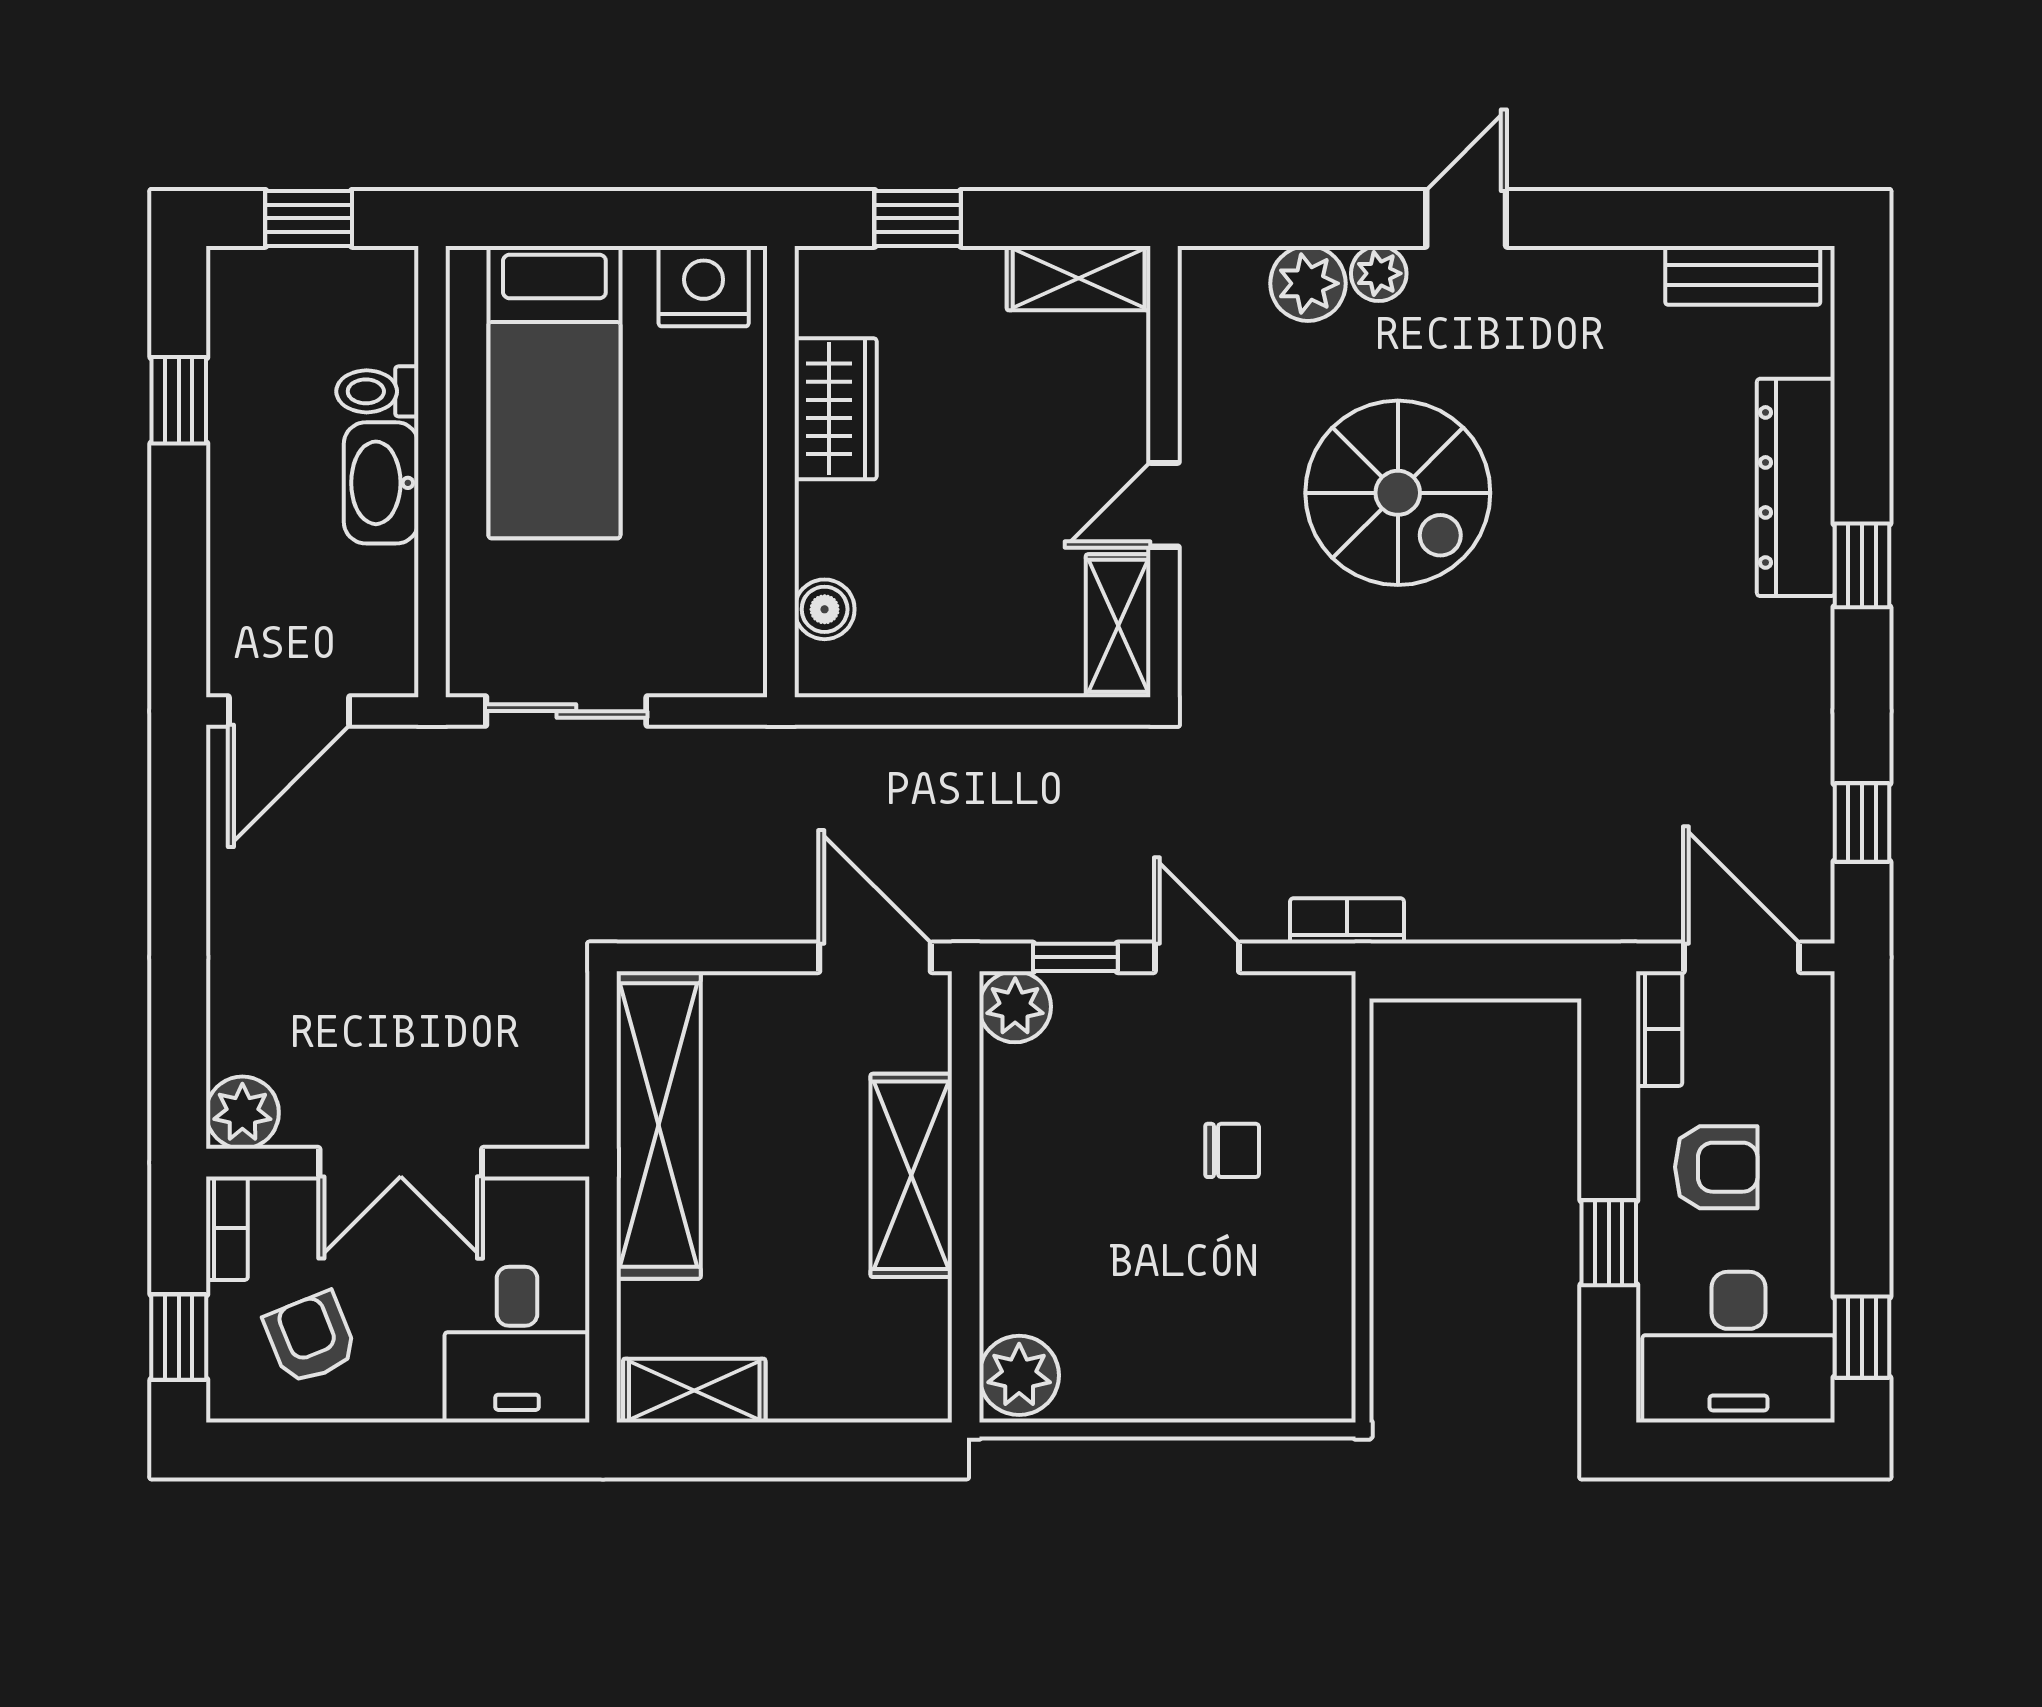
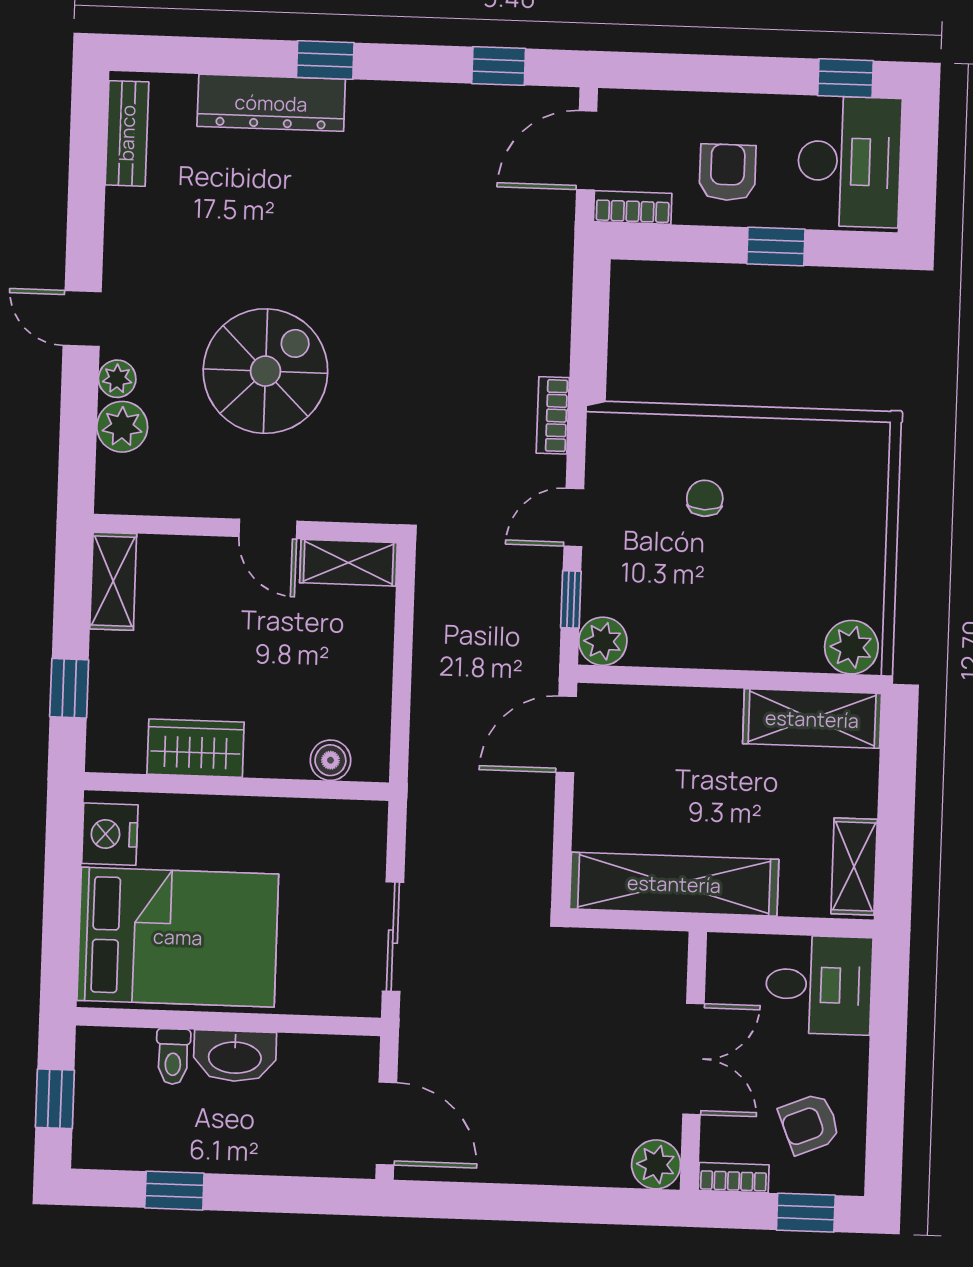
bed: (554, 392) -> (178, 937), width x1.50
shelving: (911, 1175) -> (812, 719), moved

